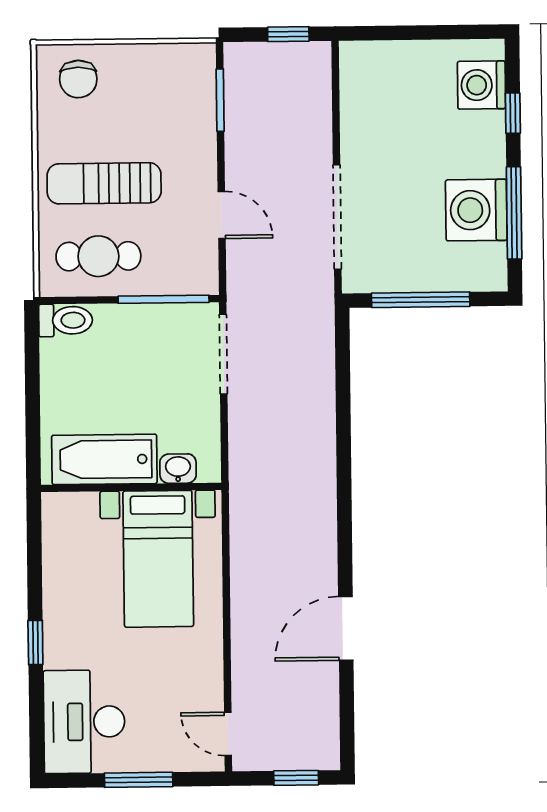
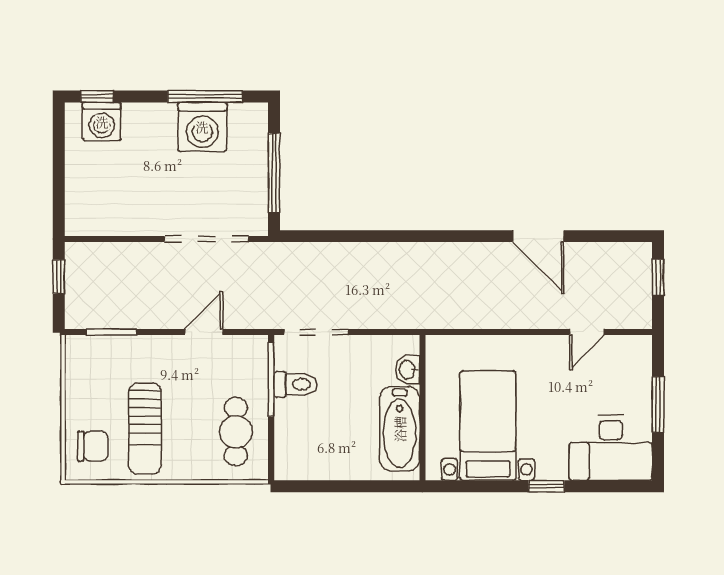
window: (513, 113) -> (97, 96), moved
sun lounger: (104, 183) -> (145, 428), moved
toilet: (66, 320) -> (296, 384), moved, turned 90
bed with nightstands: (158, 559) -> (488, 426), moved, turned -90
door: (228, 734) -> (587, 332), moved

